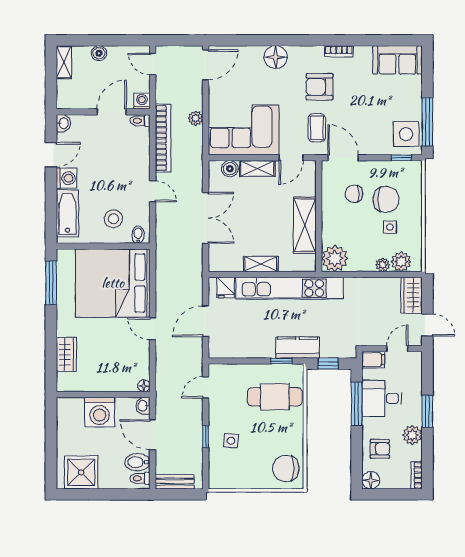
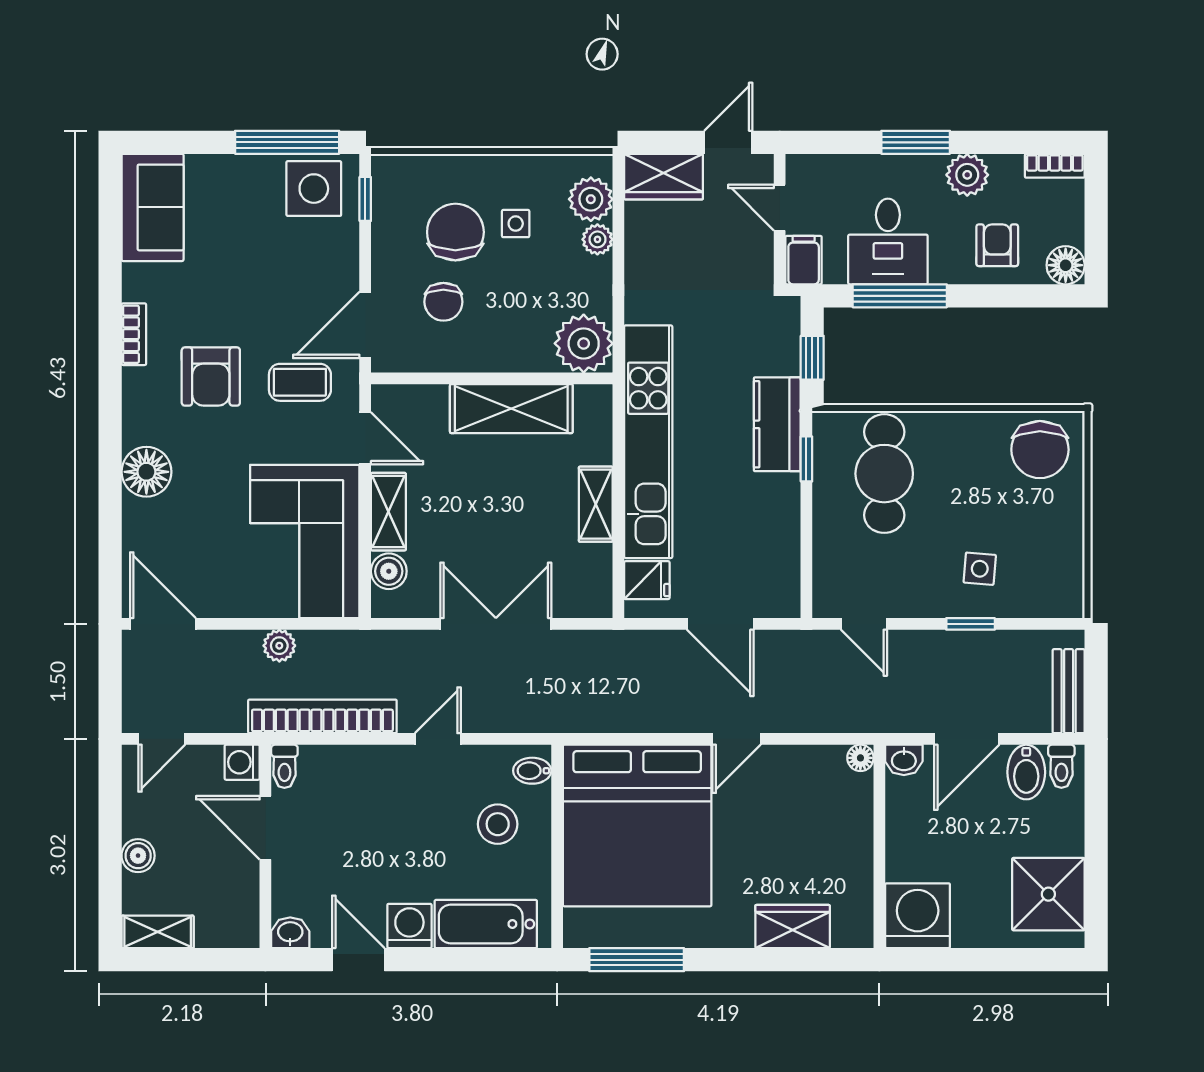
washing machine: (100, 412) -> (918, 916), moved, turned -90

